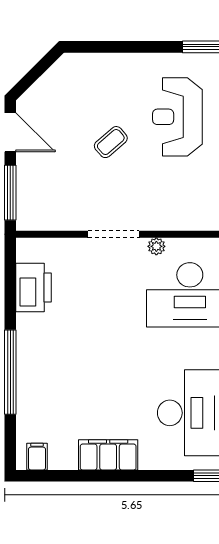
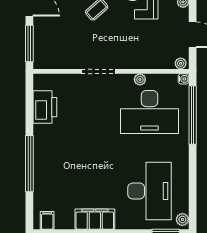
plant: (156, 246) -> (140, 79), moved

